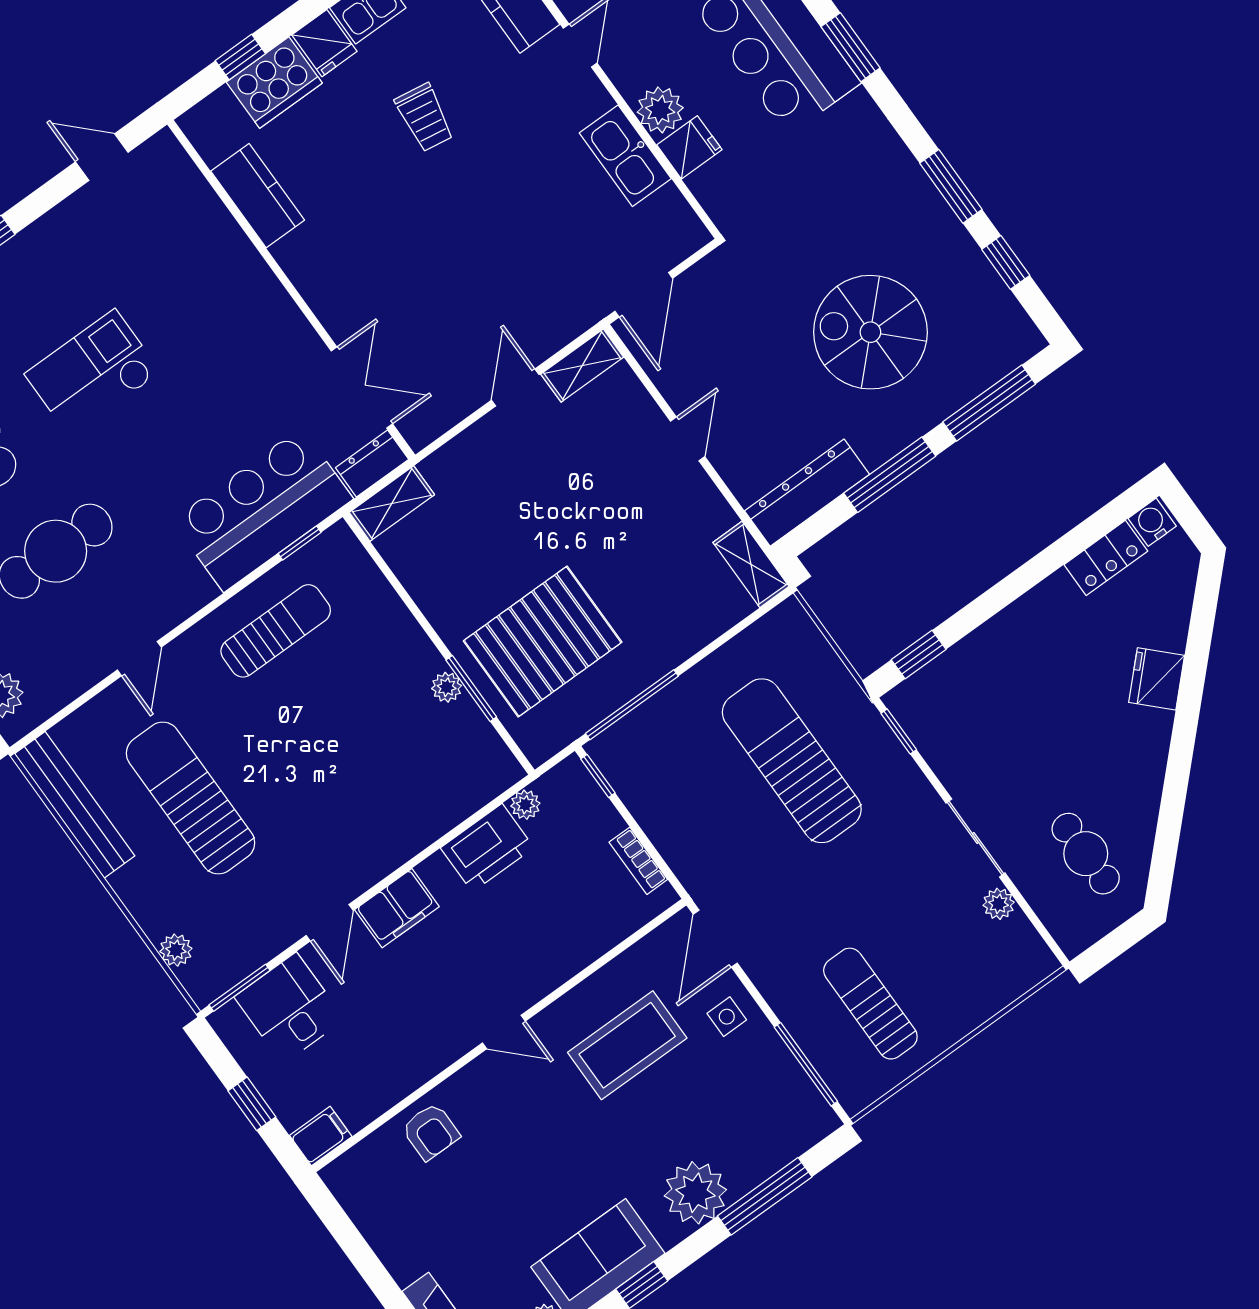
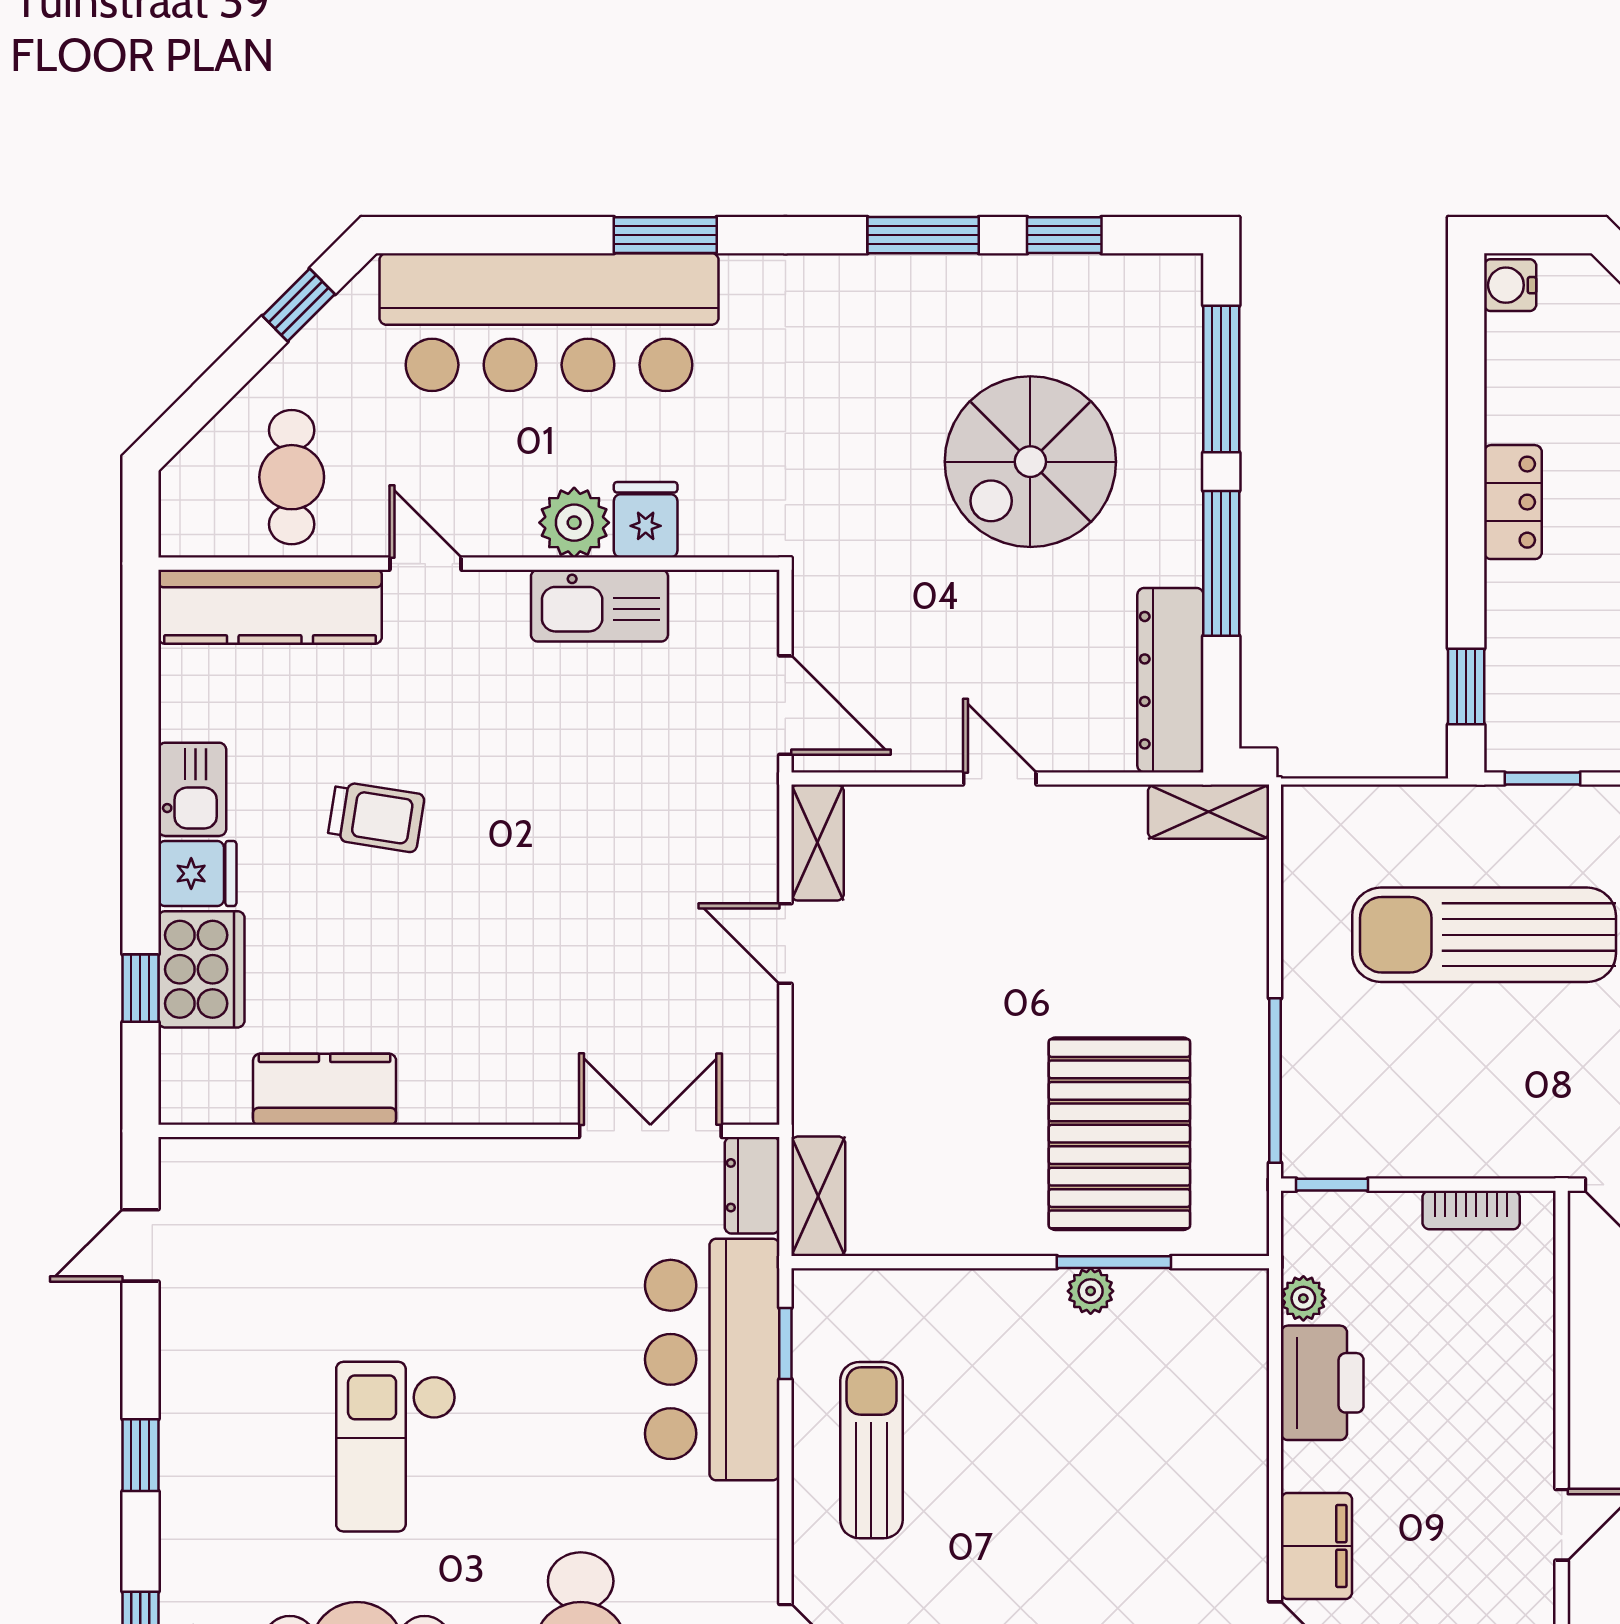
locker: (1106, 558) -> (1513, 502), moved

